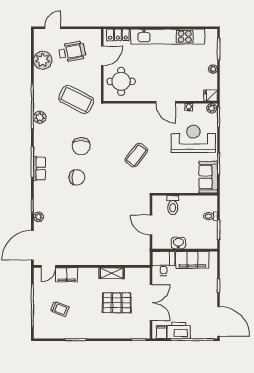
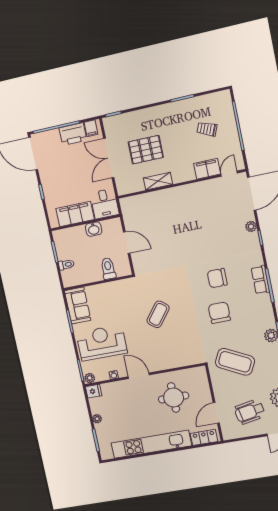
round table: (121, 81) -> (174, 397), moved
reception desk: (193, 139) -> (102, 343), turned 180

